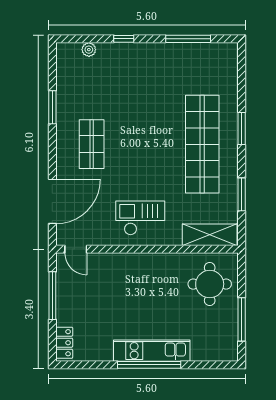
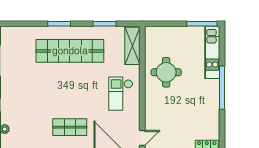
round table: (210, 284) -> (166, 72), moved
window: (242, 319) -> (202, 24), moved
kitchen unit: (152, 351) -> (212, 52), moved

